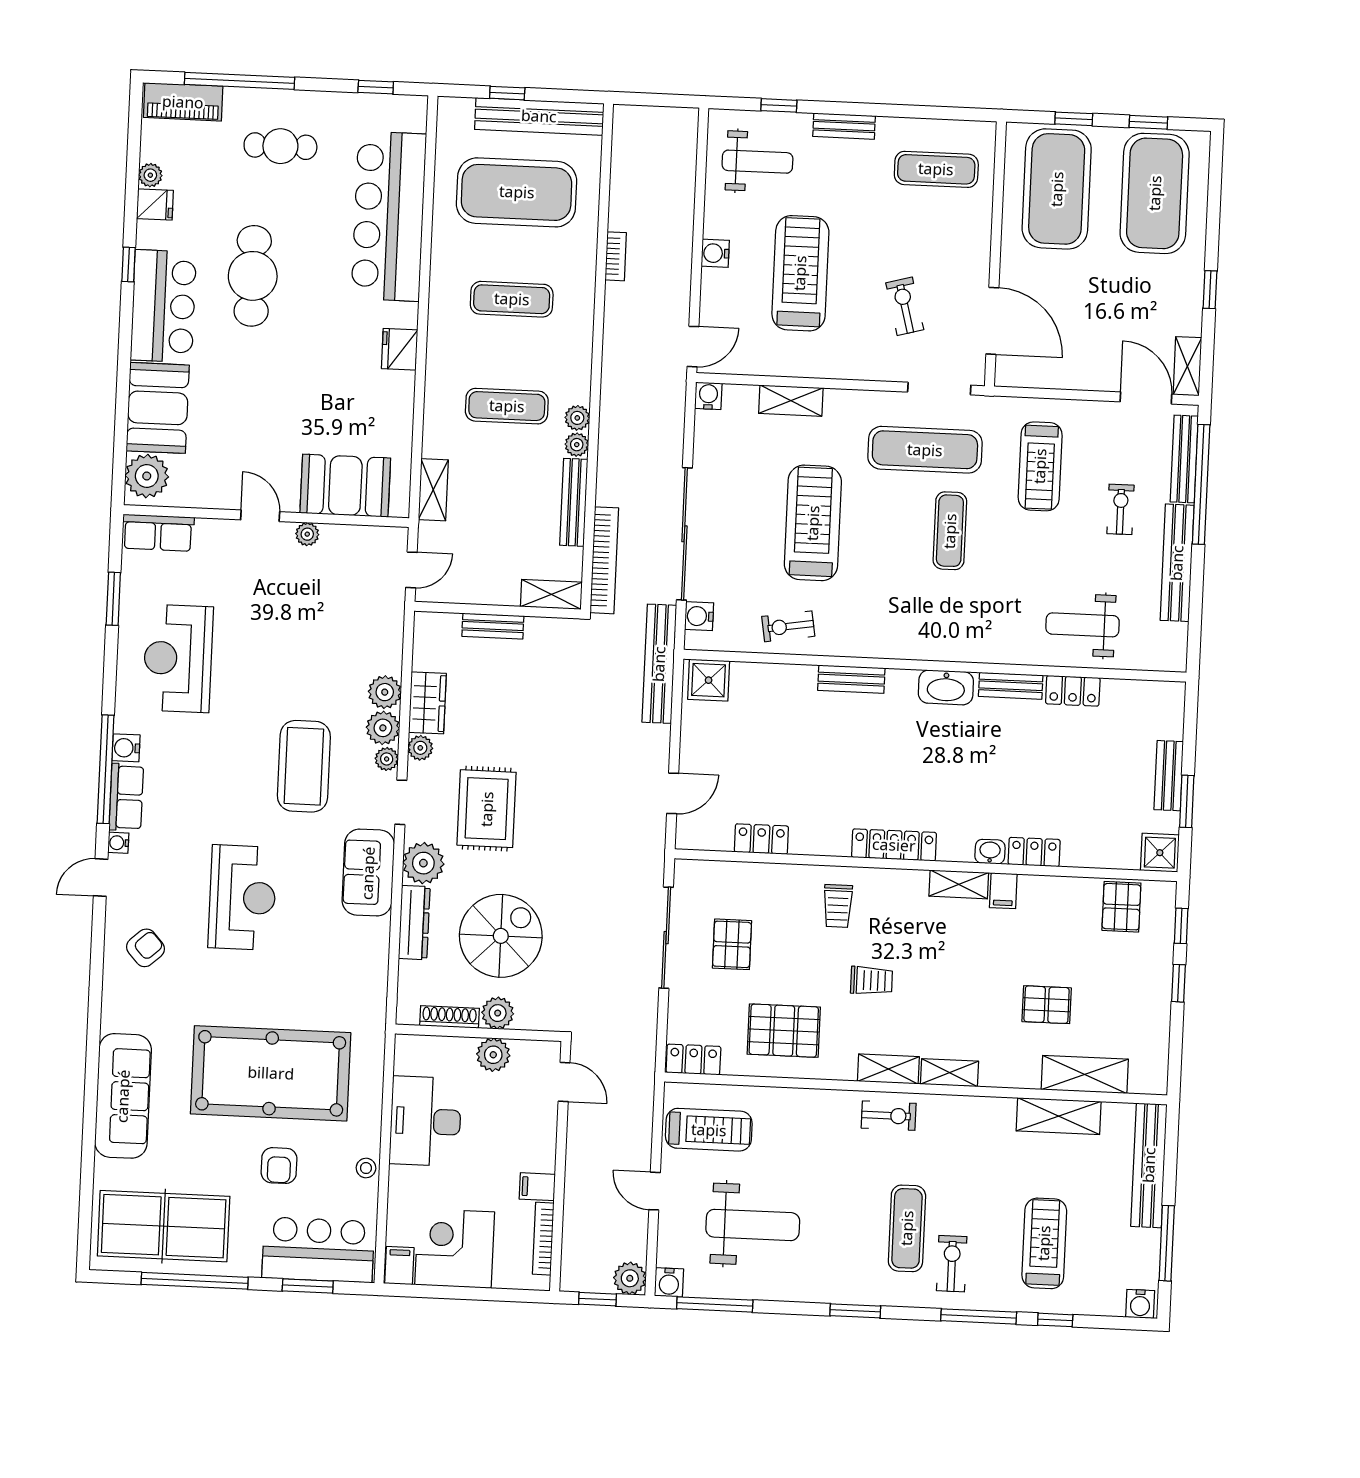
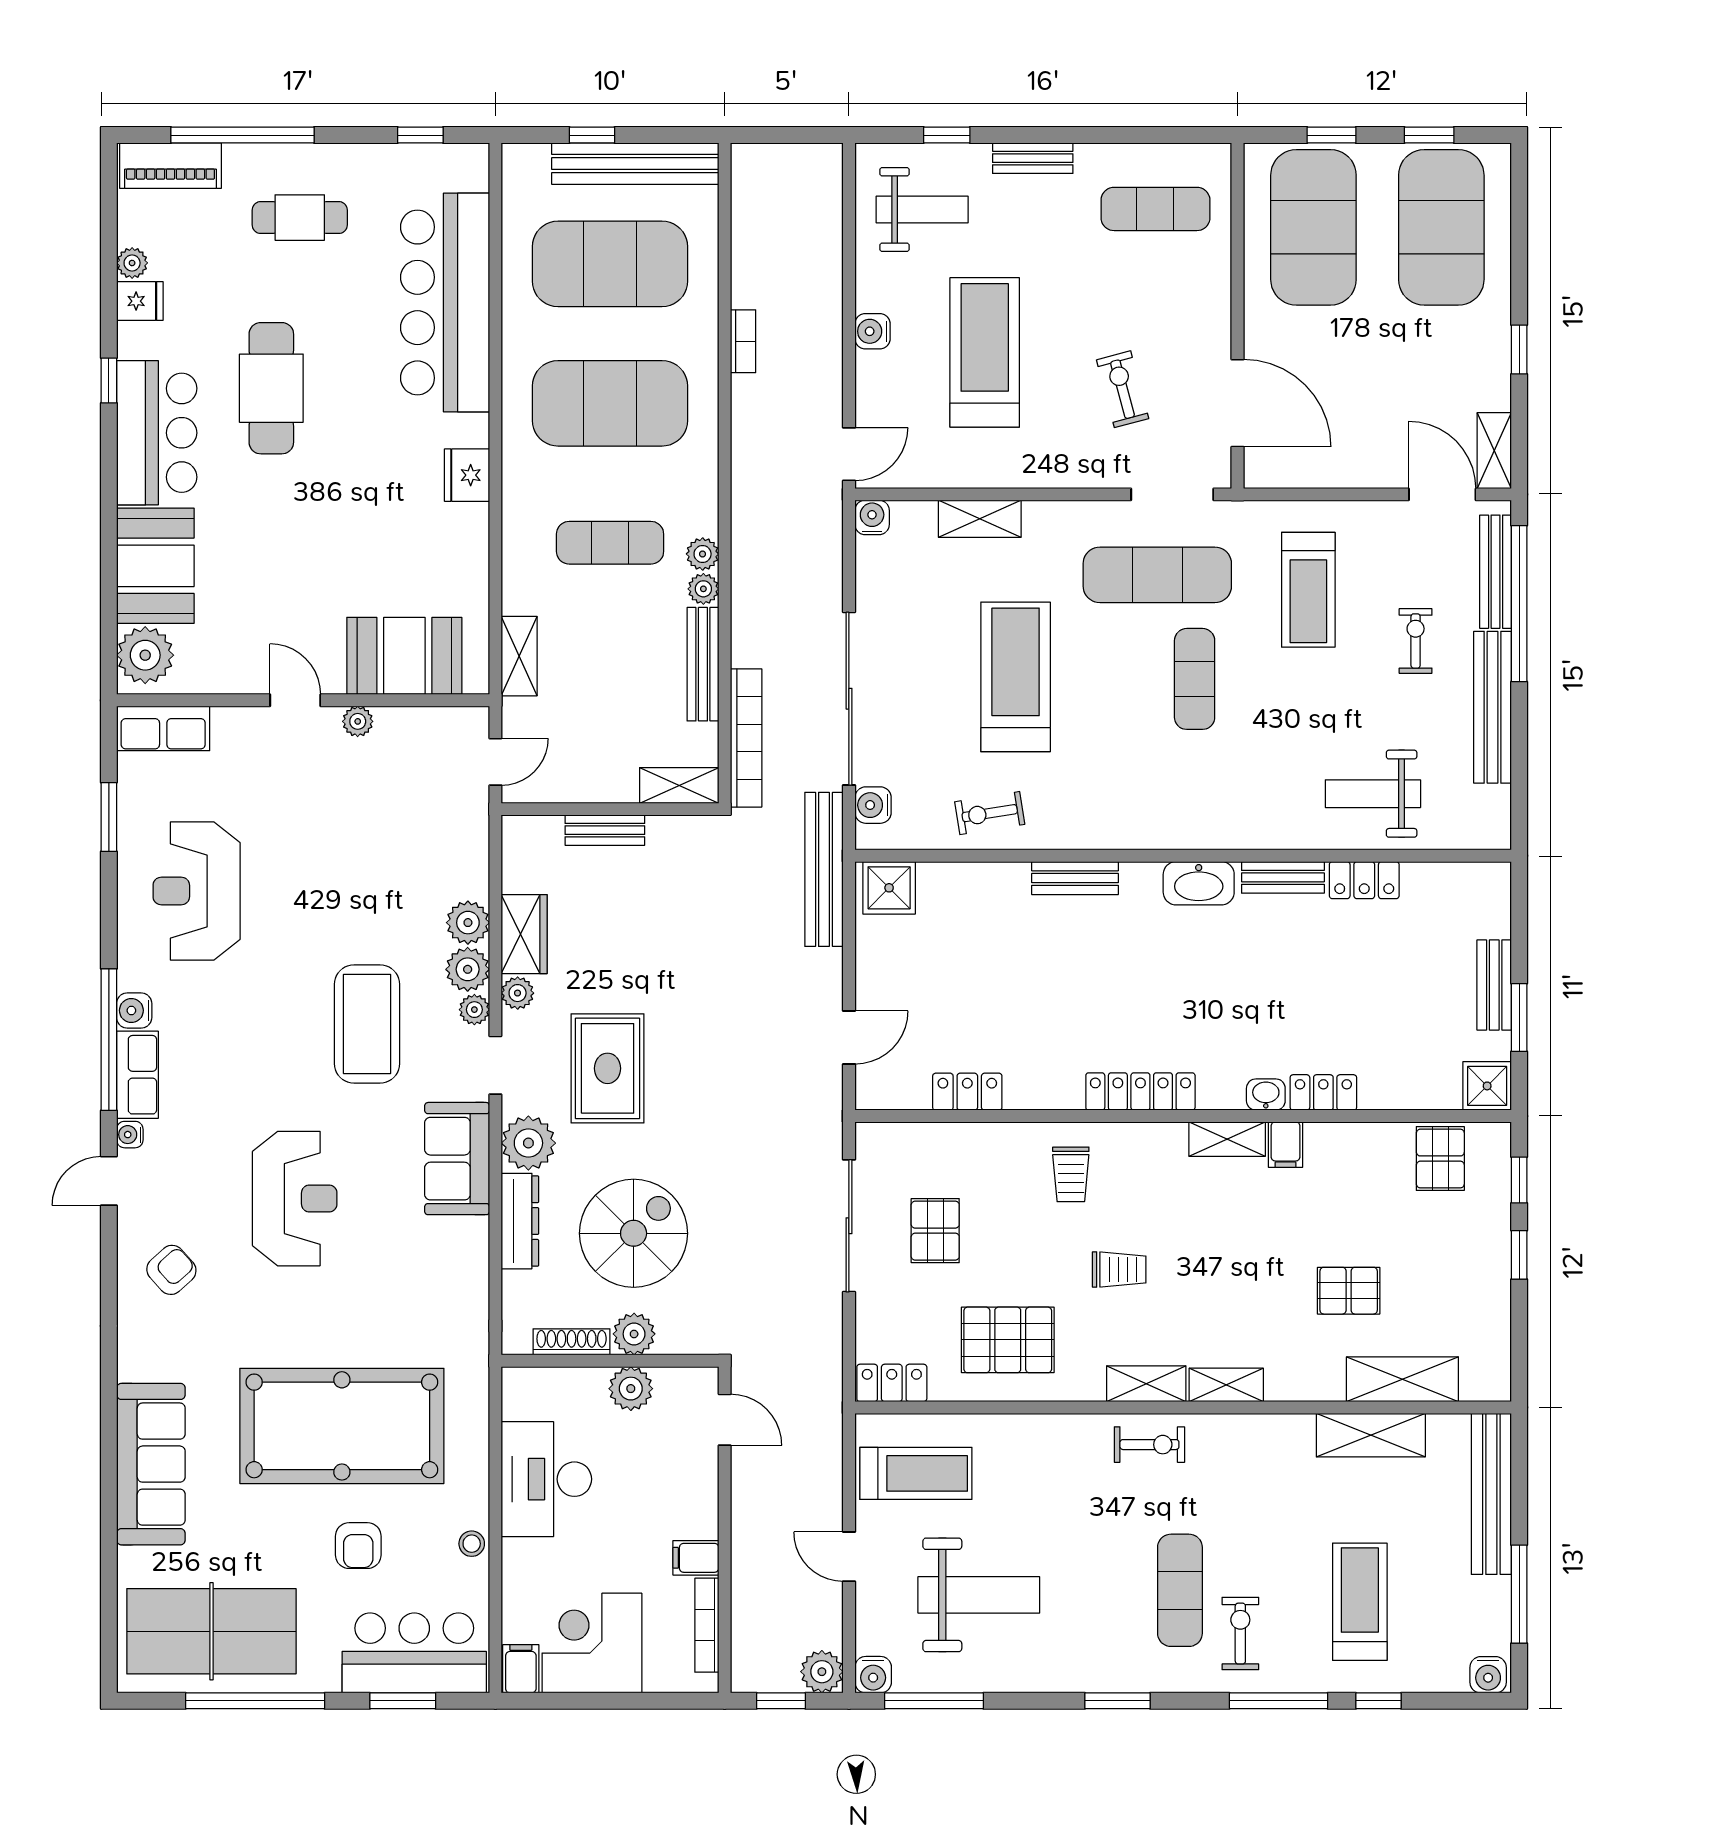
exercise mat: (512, 299) -> (610, 403), width x2.00, depth x1.45

